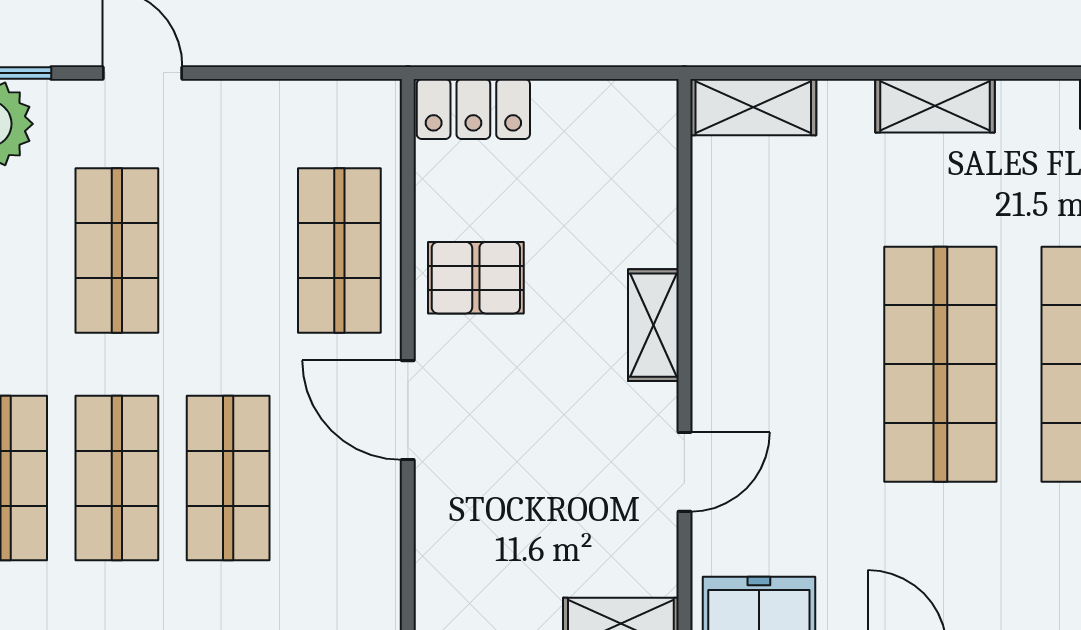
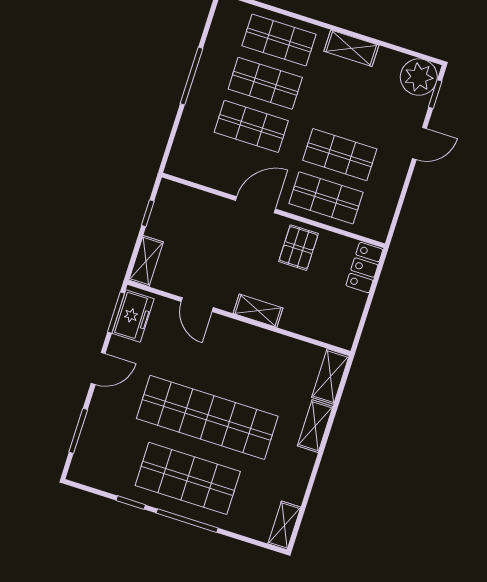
shelving: (935, 106) -> (315, 426), moved
shop shelf: (117, 250) -> (340, 155), moved
shop shelf: (940, 364) -> (207, 417), width x1.40

